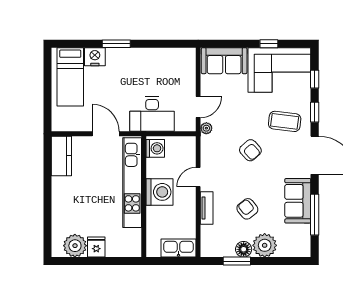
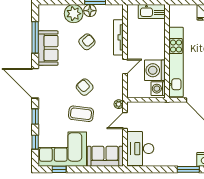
window: (269, 44) -> (59, 169), moved
desk: (152, 114) -> (140, 149), moved, turned -90
coffee table: (285, 121) -> (81, 114), moved
washing machine: (160, 192) -> (155, 70), moved
tv unit: (207, 208) -> (118, 37), width x1.41
armchair: (247, 209) -> (87, 42), turned -92
kitchen sink: (178, 248) -> (152, 12), moved

